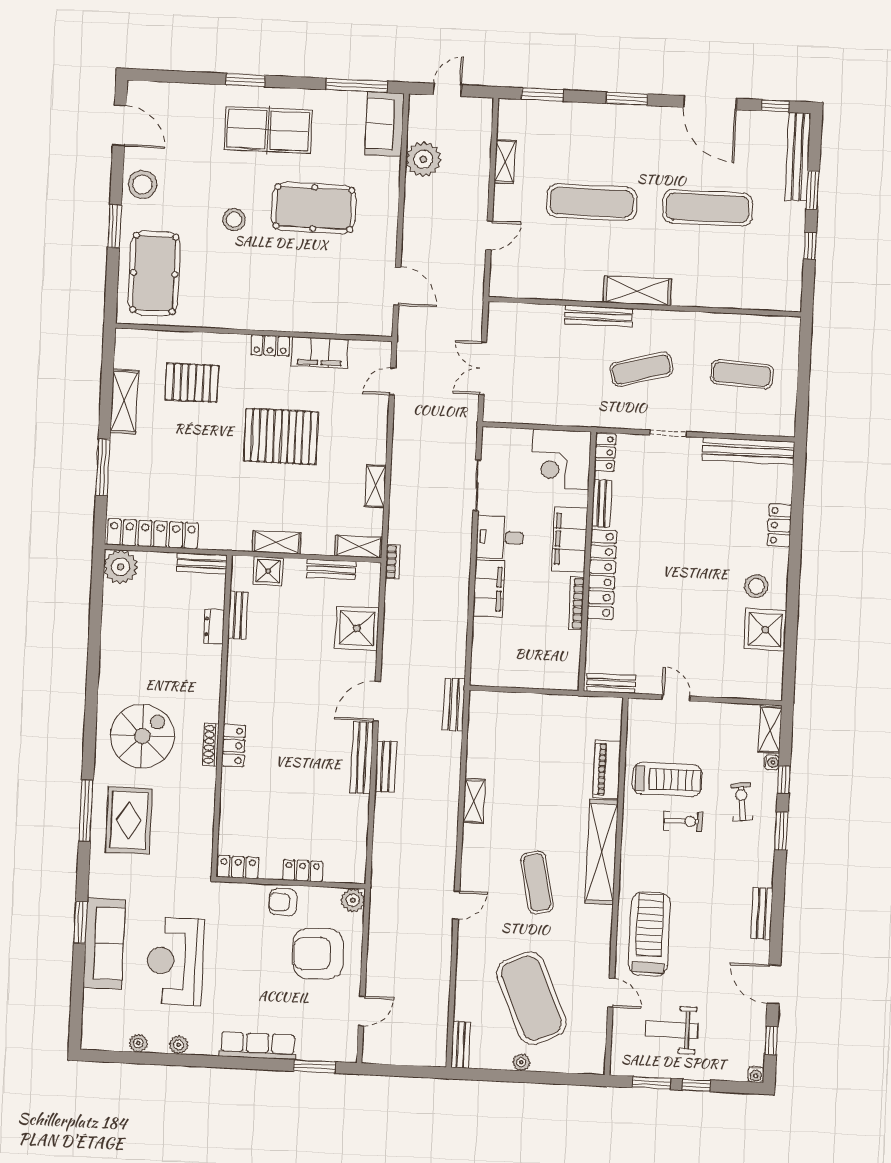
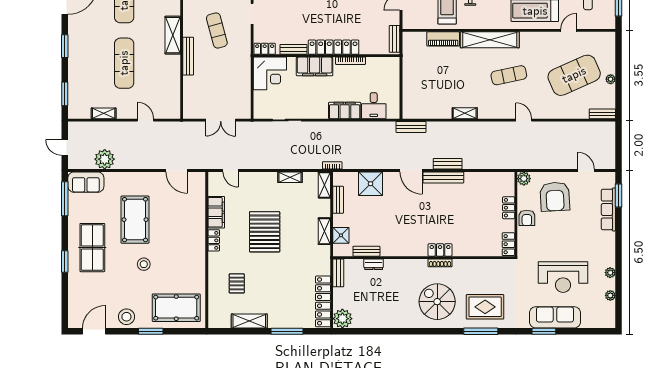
door: (397, 286) -> (177, 170), swing flipped
pallet: (192, 383) -> (237, 283), width x0.67, depth x0.71
desk: (500, 537) -> (374, 106), moved
row of seats: (258, 1046) -> (608, 209), moved

